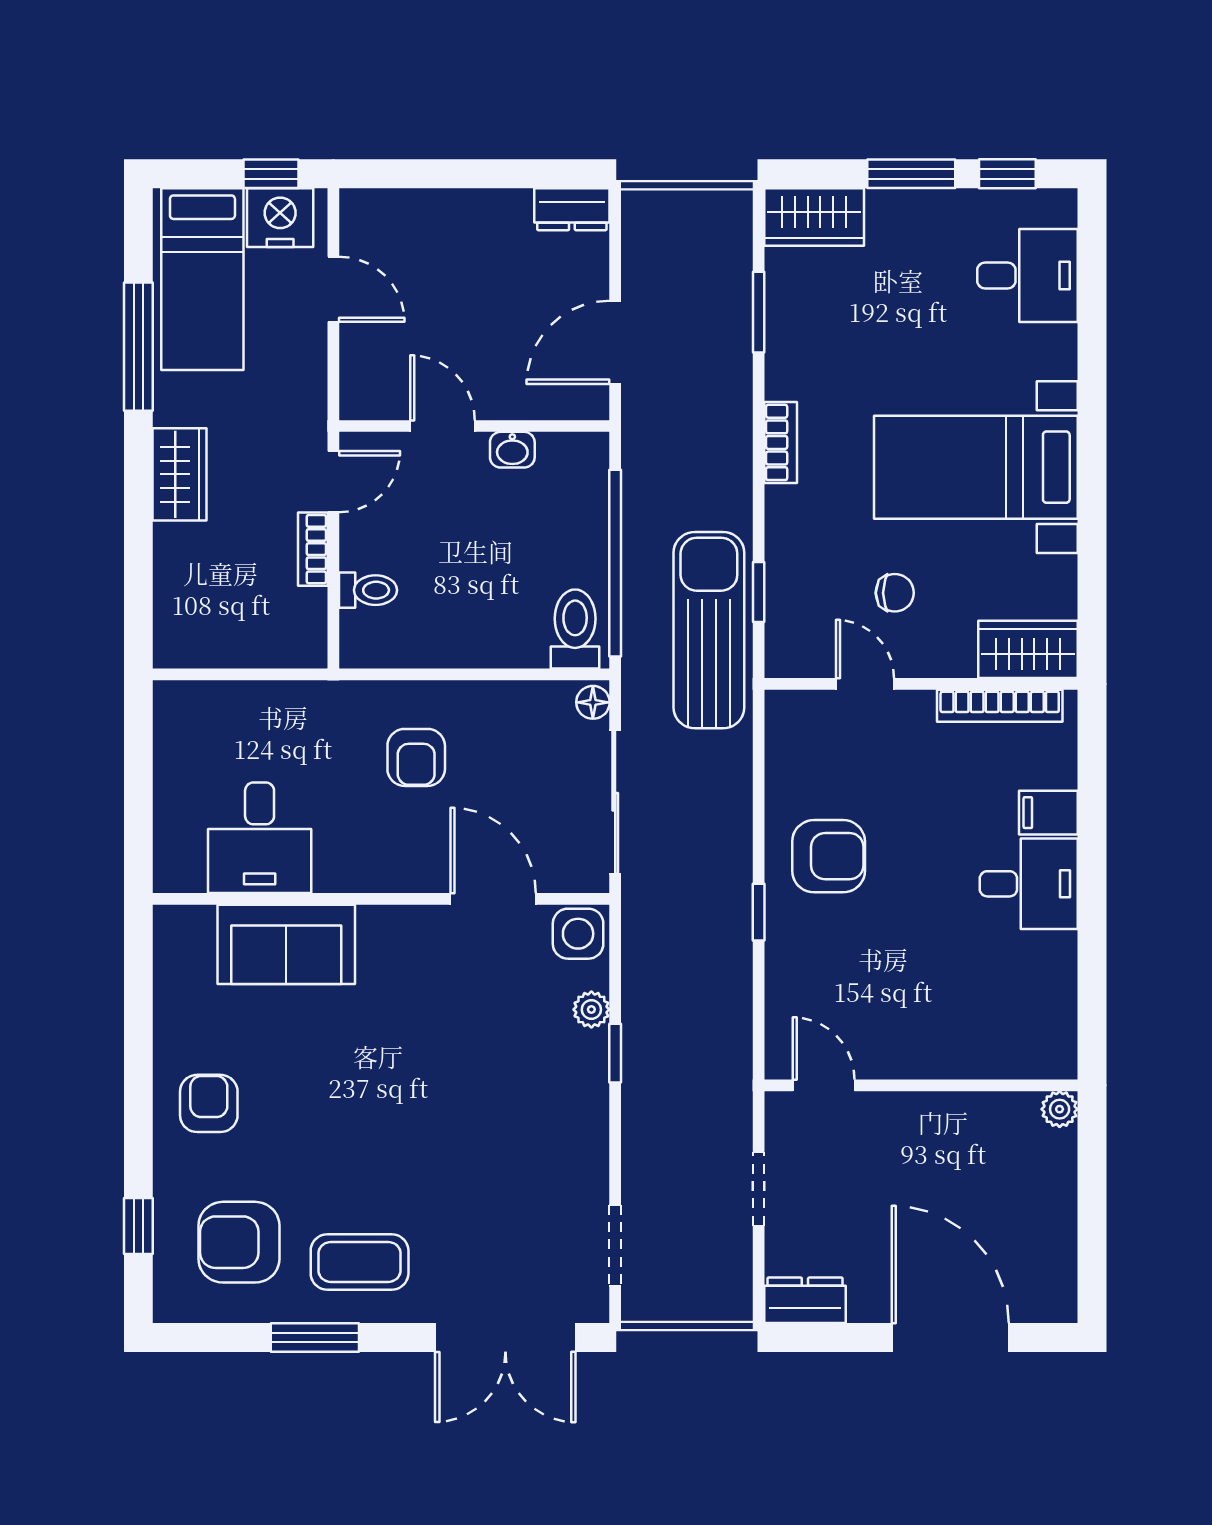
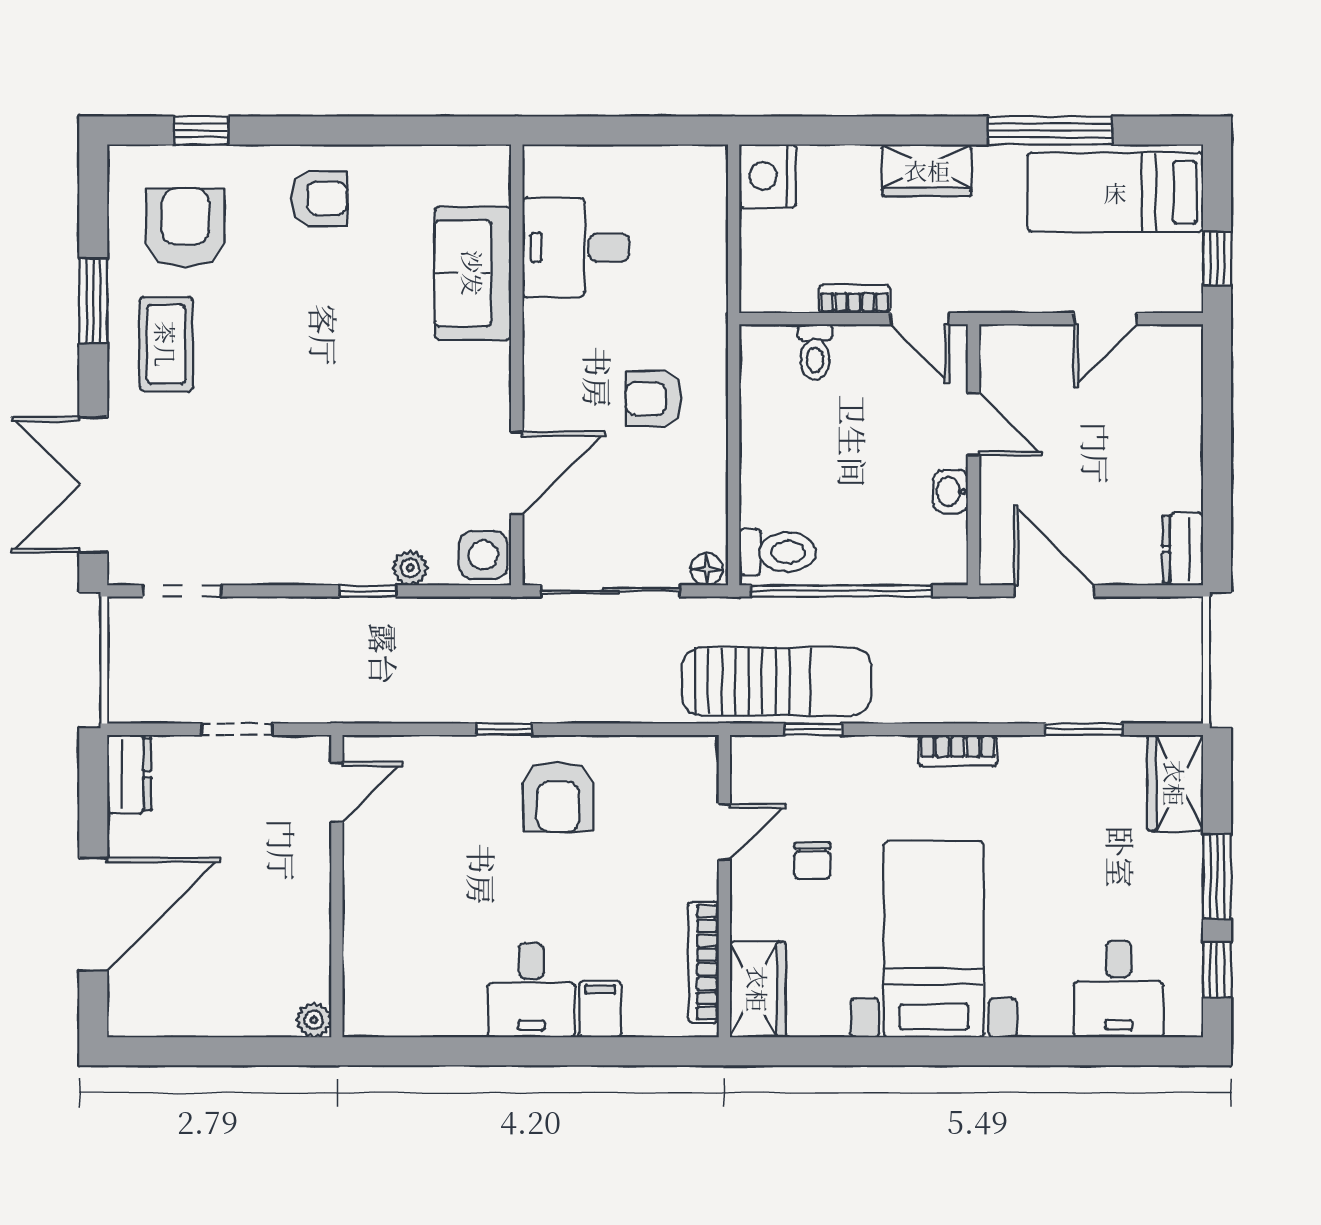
nightstand: (280, 218) -> (768, 176), moved, turned 180
door: (442, 426) -> (973, 424), hinge flipped

